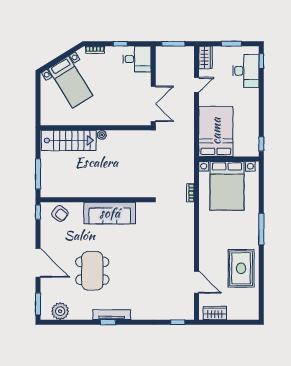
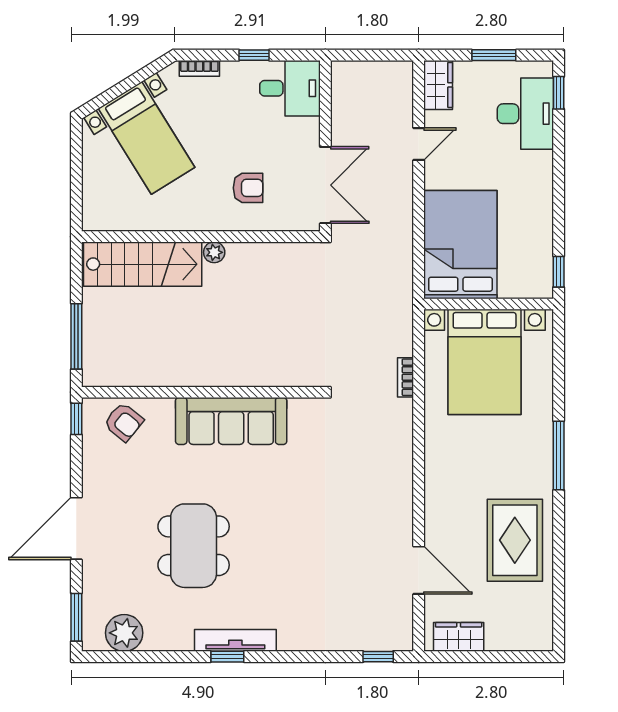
window: (173, 44) -> (369, 55), removed
armchair: (117, 105) -> (248, 188), added
door: (38, 263) -> (76, 528), swing flipped

